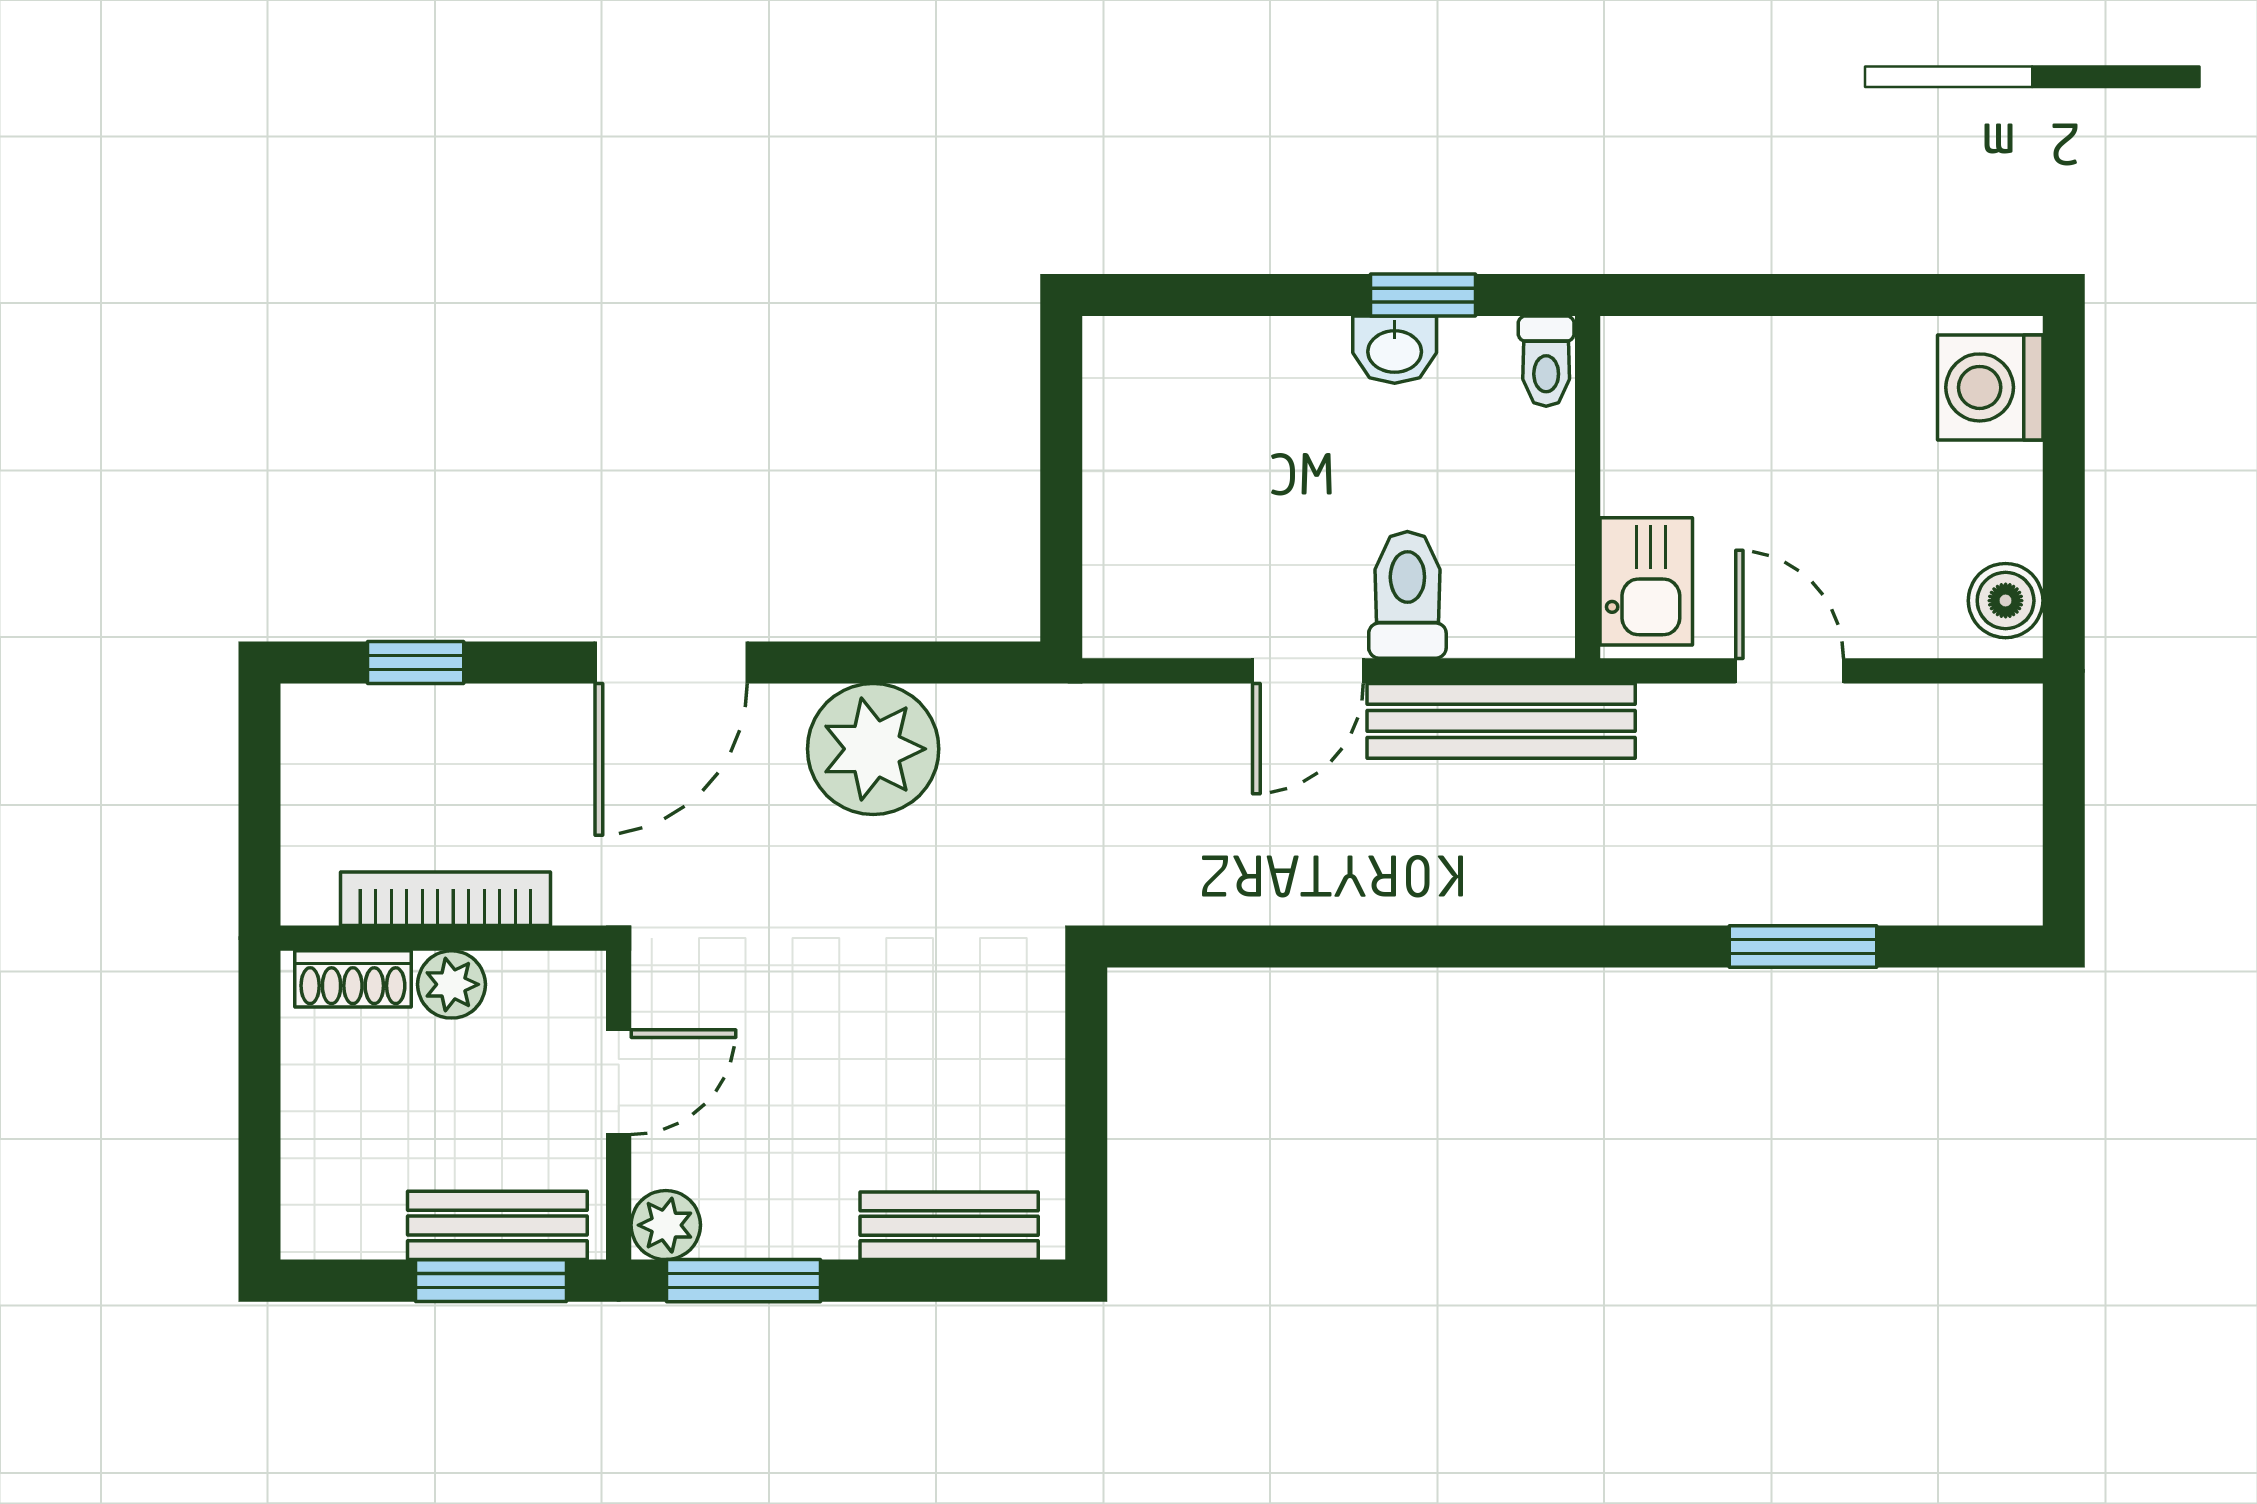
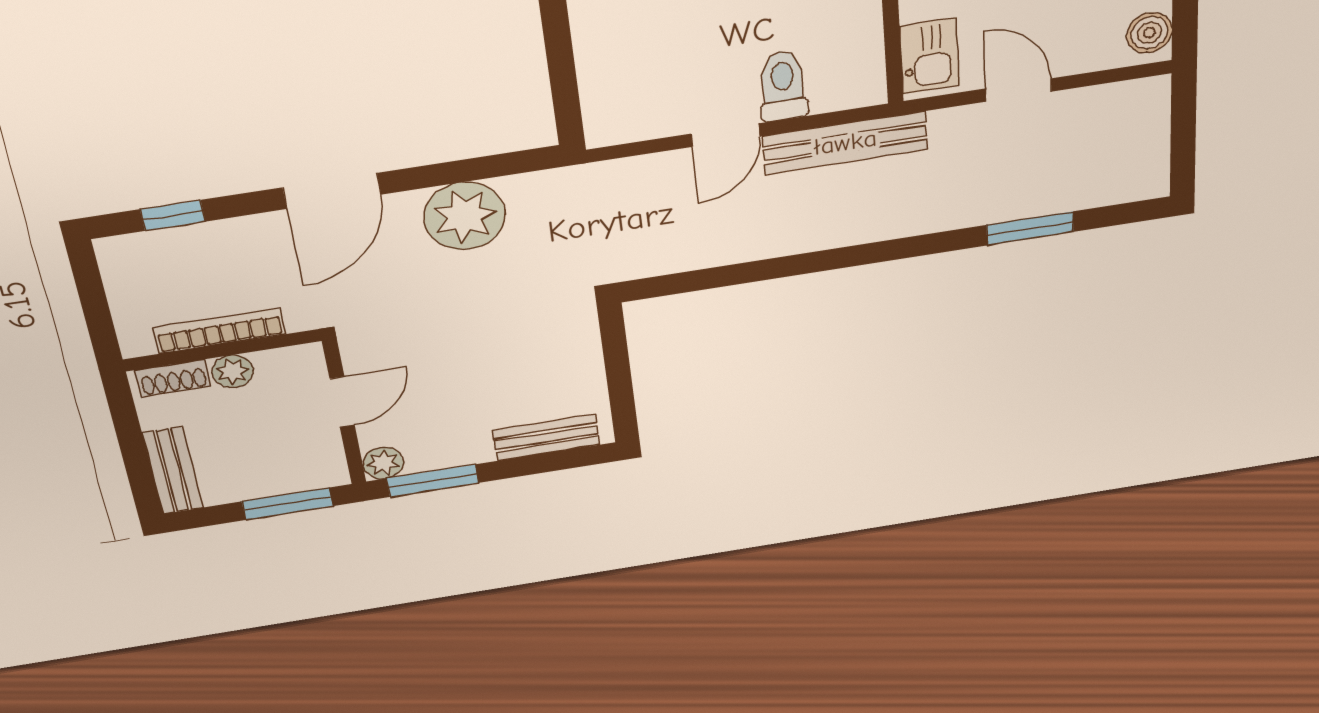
bench: (497, 1225) -> (173, 470), moved, turned 90

